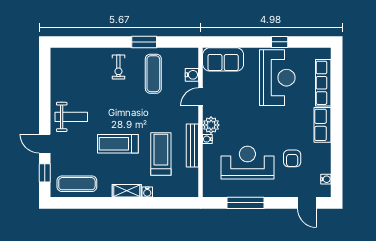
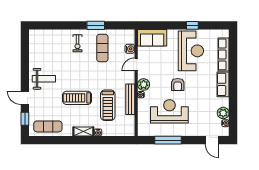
treadmill: (161, 154) -> (108, 105), turned 180
armchair: (292, 158) -> (178, 85), moved
plant: (323, 165) -> (223, 113), added

